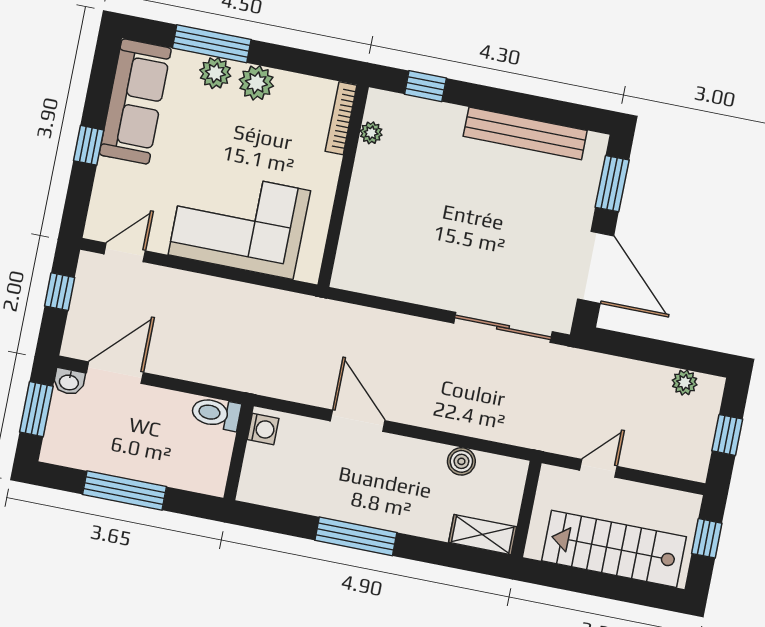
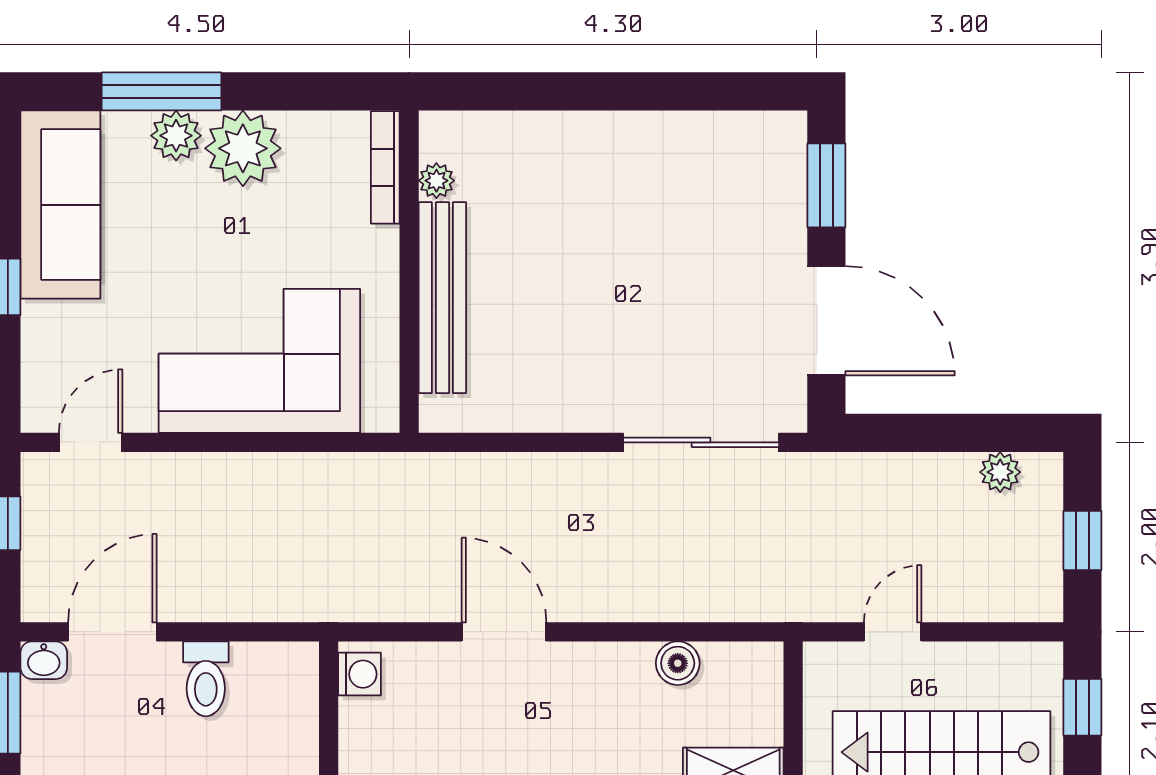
plant: (256, 83) -> (243, 148), width x1.36, depth x1.36
window: (425, 86) -> (506, 91), removed
bench: (525, 133) -> (442, 298), moved, turned 90
toilet: (216, 413) -> (206, 679), moved, turned -90

